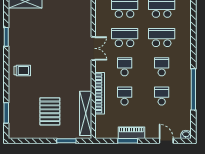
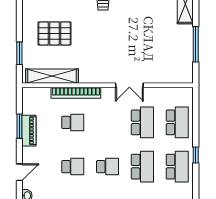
school desk: (125, 67) -> (108, 122), removed

